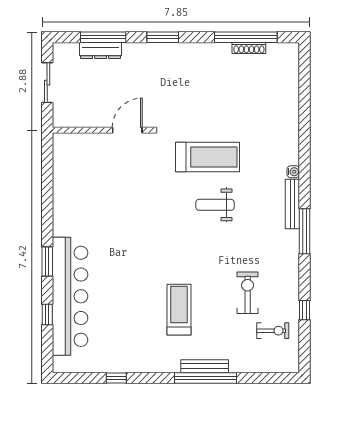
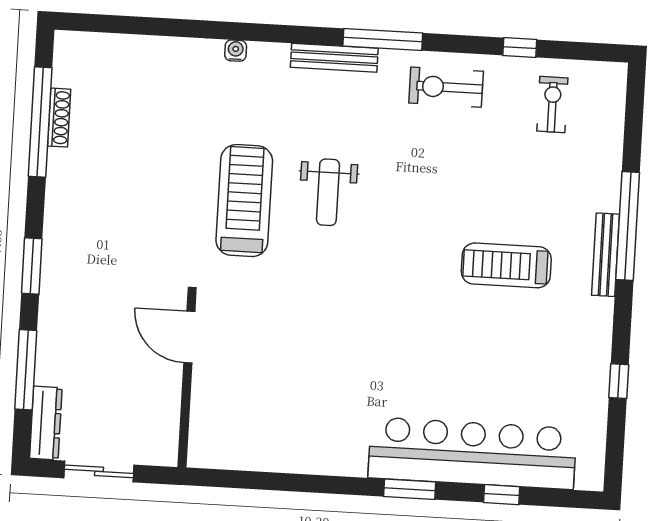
dresser: (100, 50) -> (46, 423), moved
water cooler: (293, 172) -> (236, 51), moved
exercise bike: (248, 293) -> (446, 87), moved
bench: (205, 366) -> (606, 255), moved

